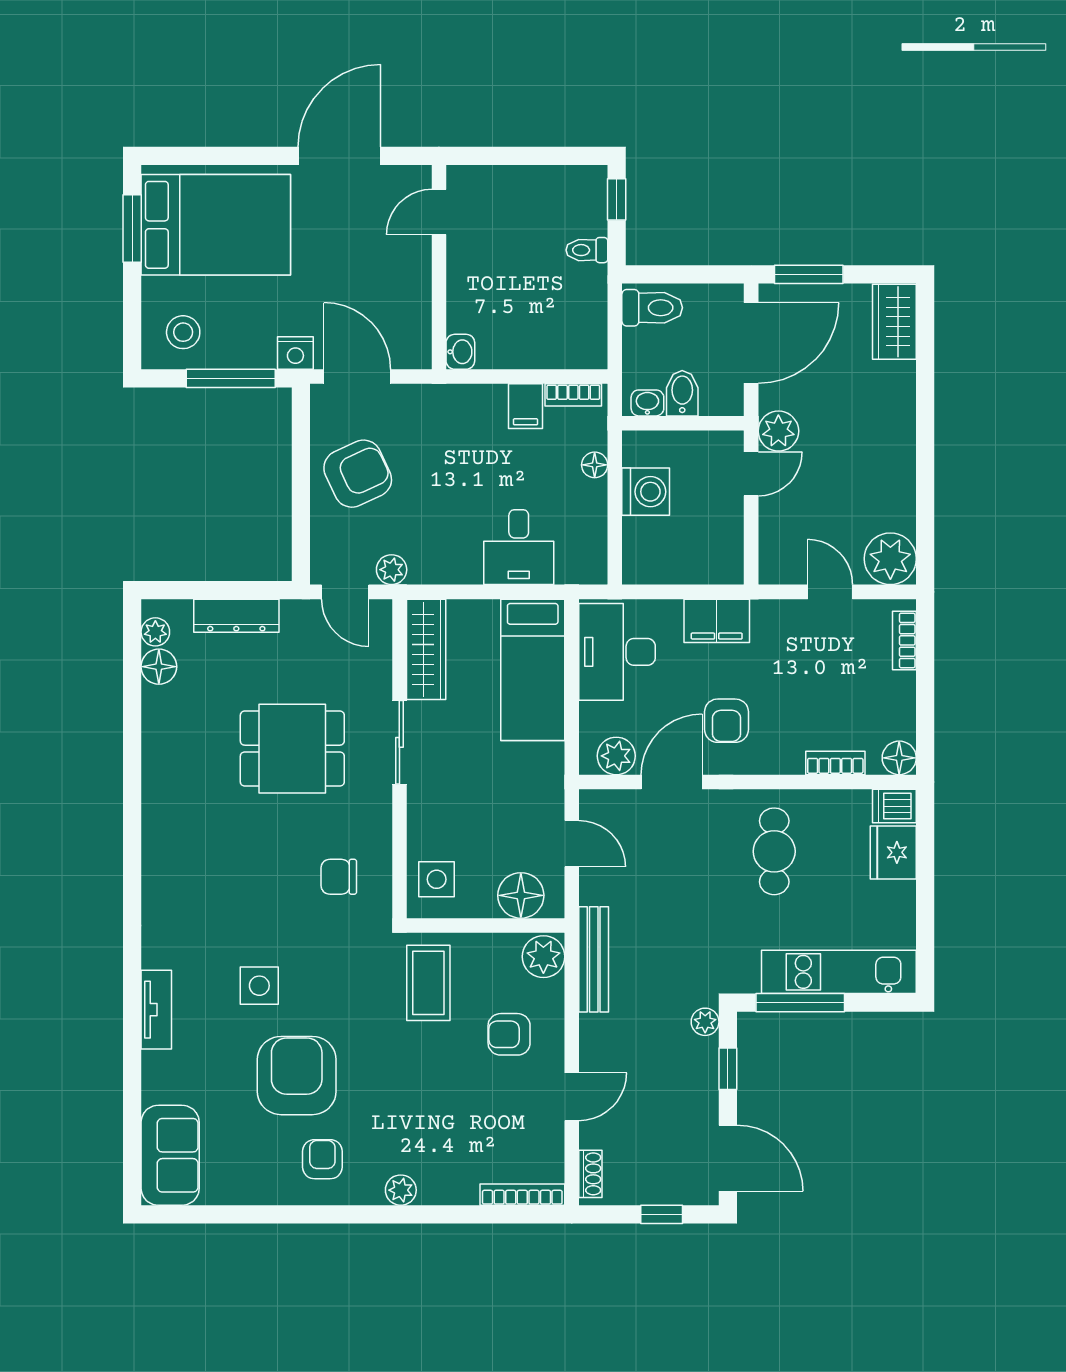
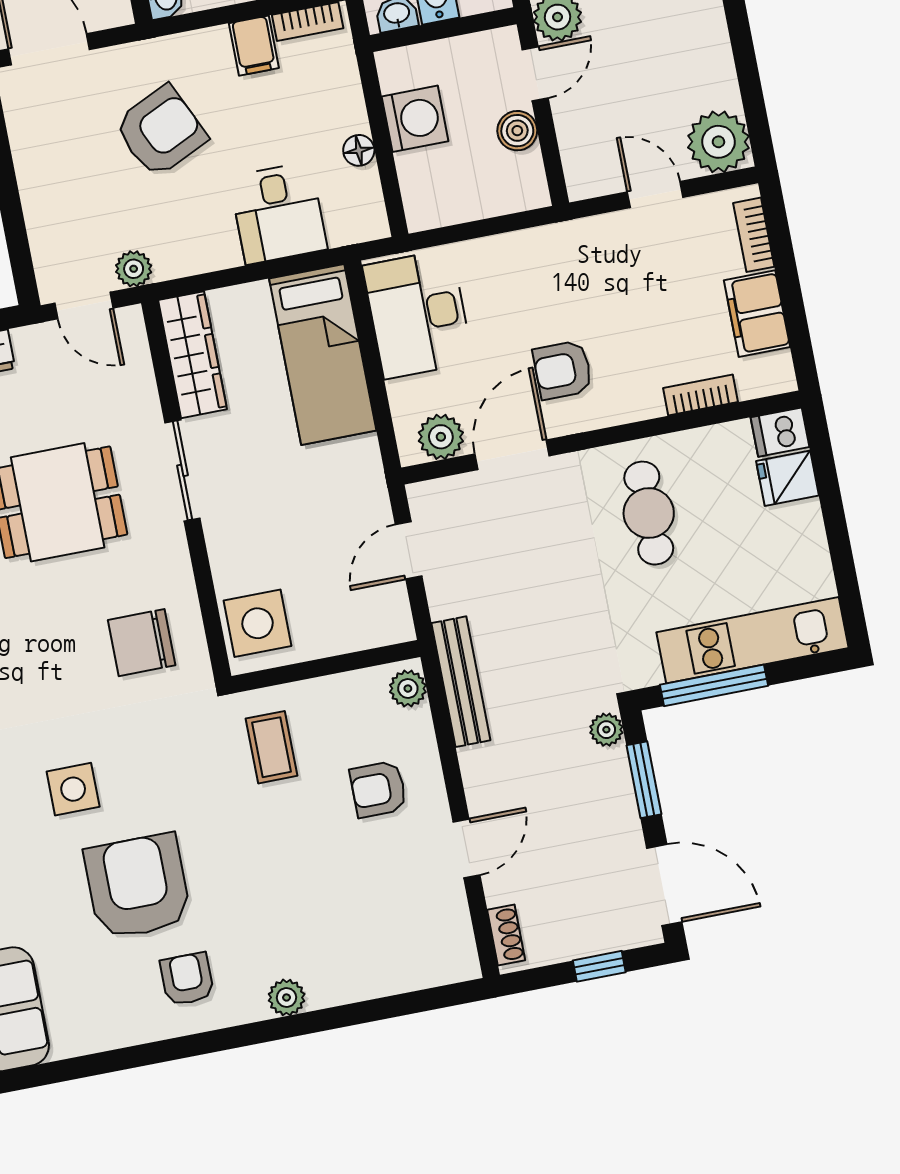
floor lamp: (595, 465) -> (359, 150), moved
armchair: (358, 474) -> (161, 131), moved
boiler: (727, 518) -> (517, 131), added
filing cabinet: (717, 621) -> (757, 314), moved, turned 90
armchair: (726, 721) -> (563, 370), turned 90
floor lamp: (899, 758) -> (775, 374), removed
door: (572, 844) -> (409, 550), swing flipped
fridge: (893, 852) -> (788, 478), width x0.72
chair: (339, 877) -> (142, 643), width x1.37, depth x1.37
side table: (437, 879) -> (258, 623), width x1.37, depth x1.37
floor lamp: (521, 895) -> (360, 623), removed
plant: (543, 957) -> (408, 689), width x0.73, depth x0.73
coffee table: (428, 983) -> (272, 747), width x0.73, depth x0.77
window: (728, 1069) -> (644, 780), width x1.50
bookcase: (522, 1195) -> (431, 975), removed

